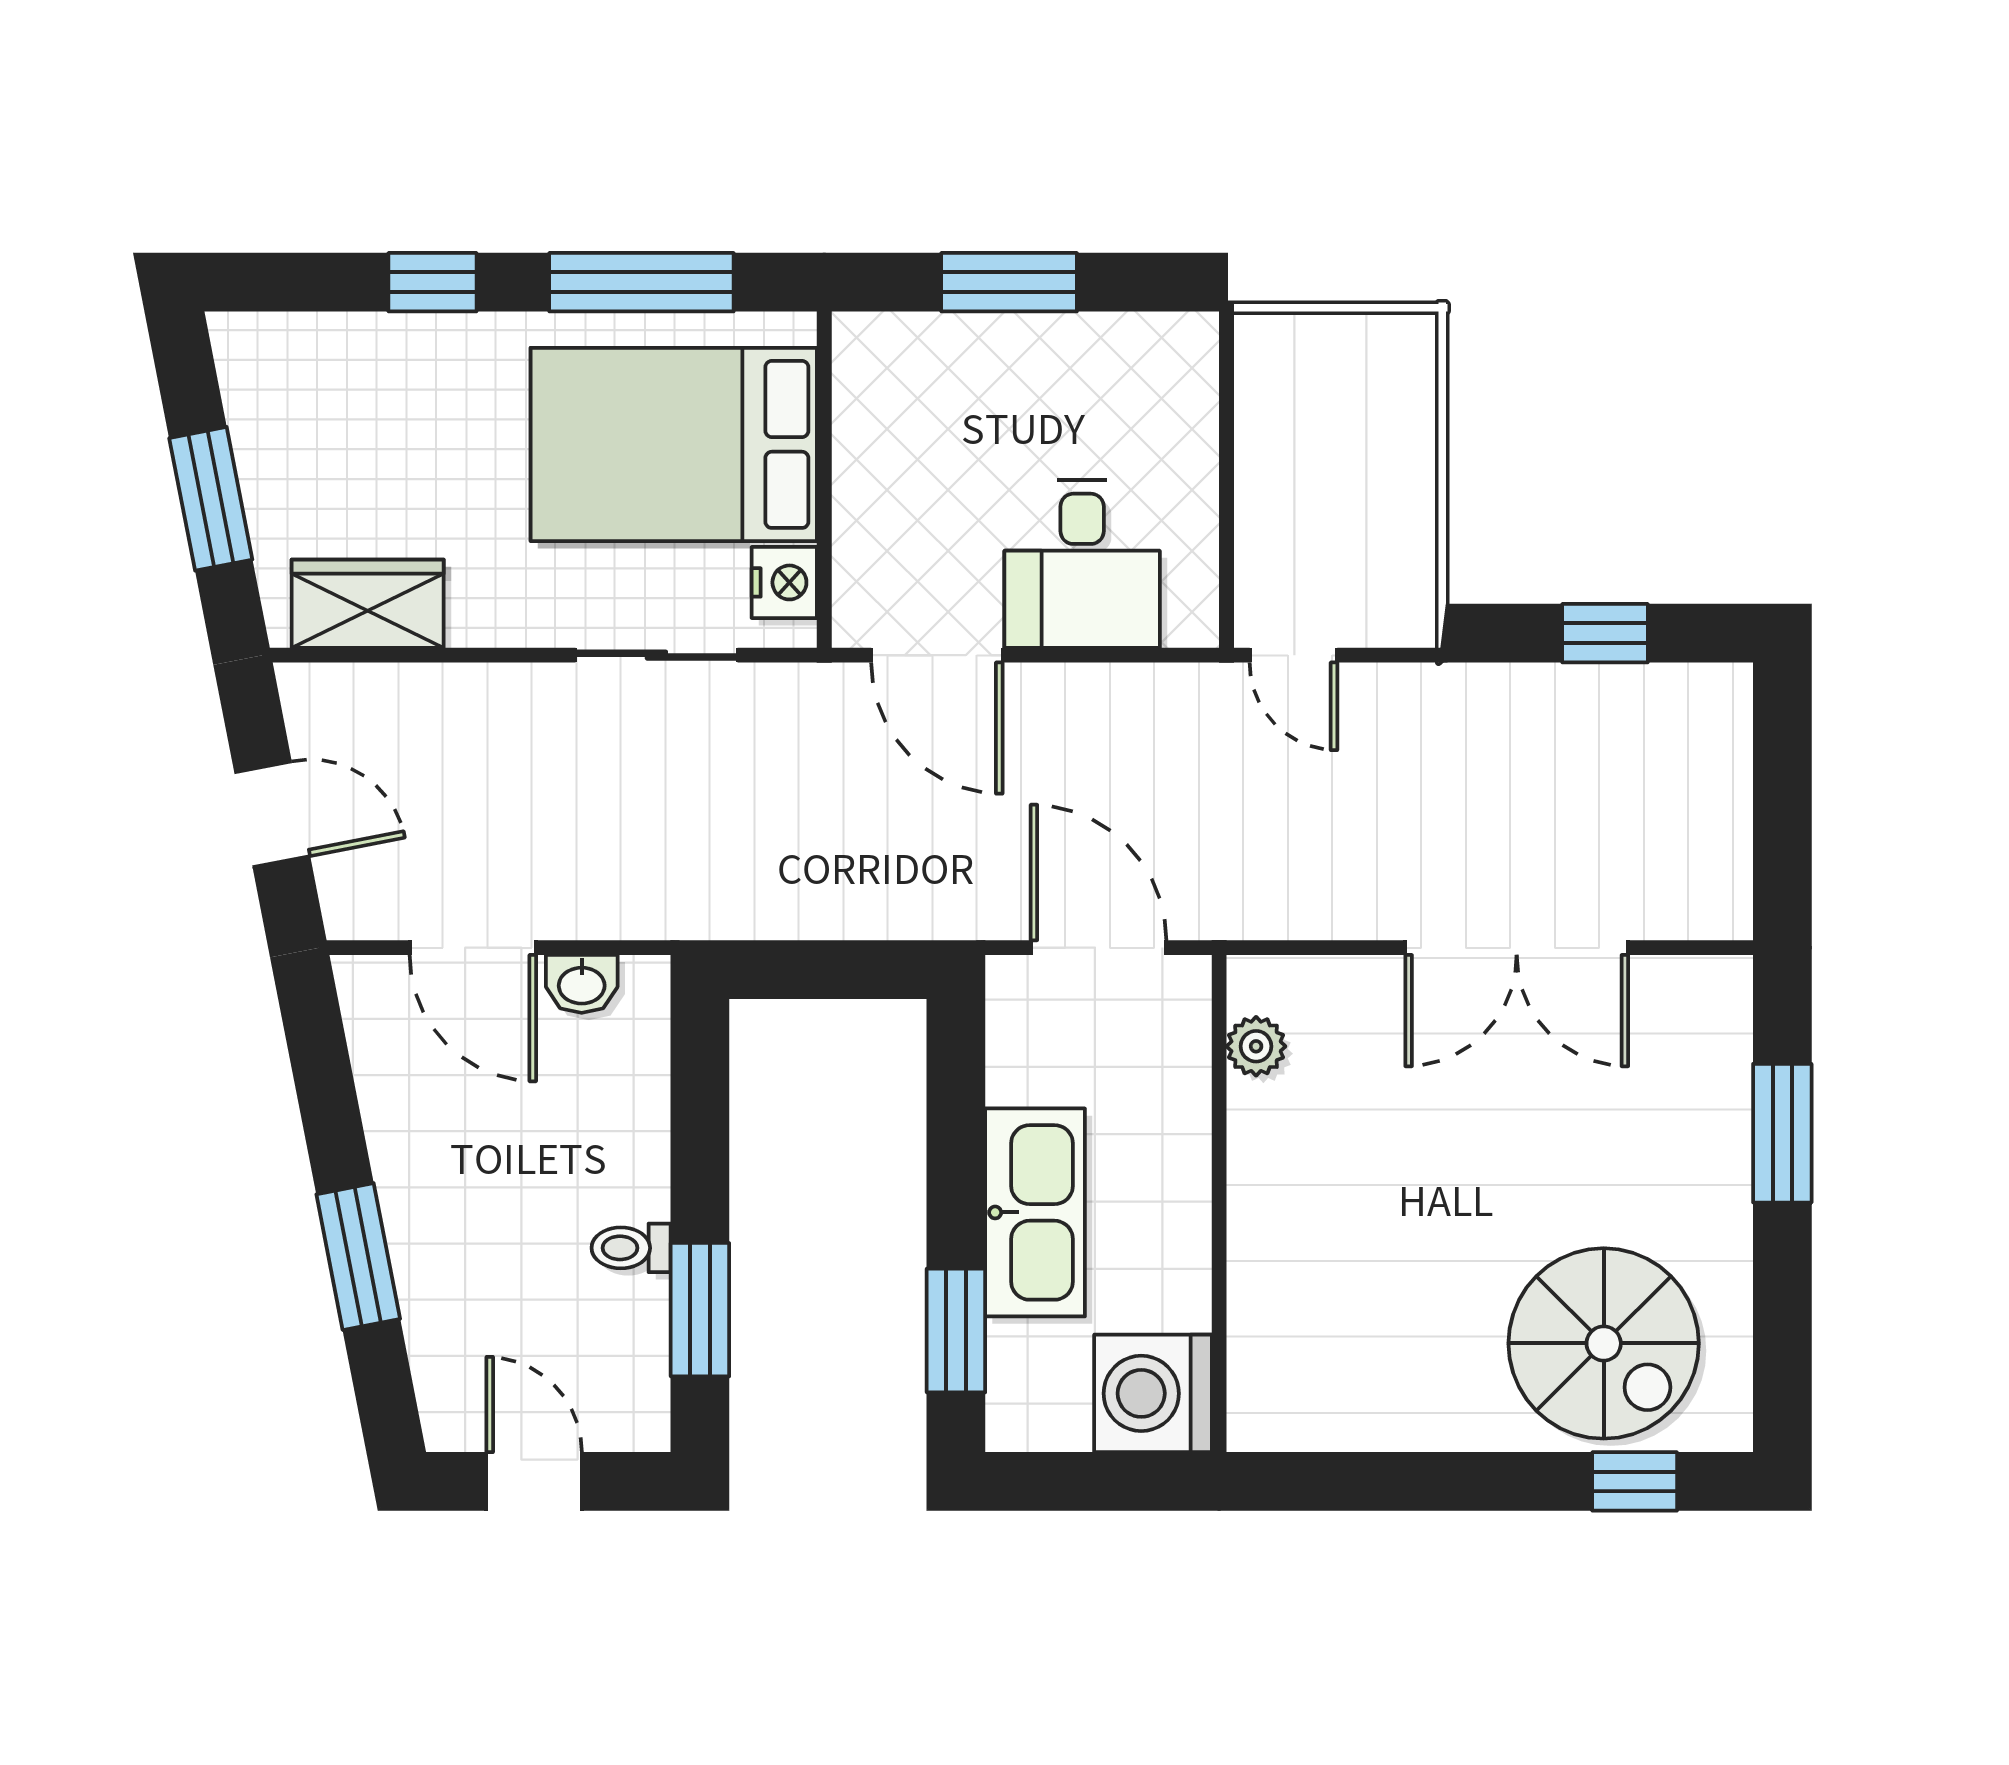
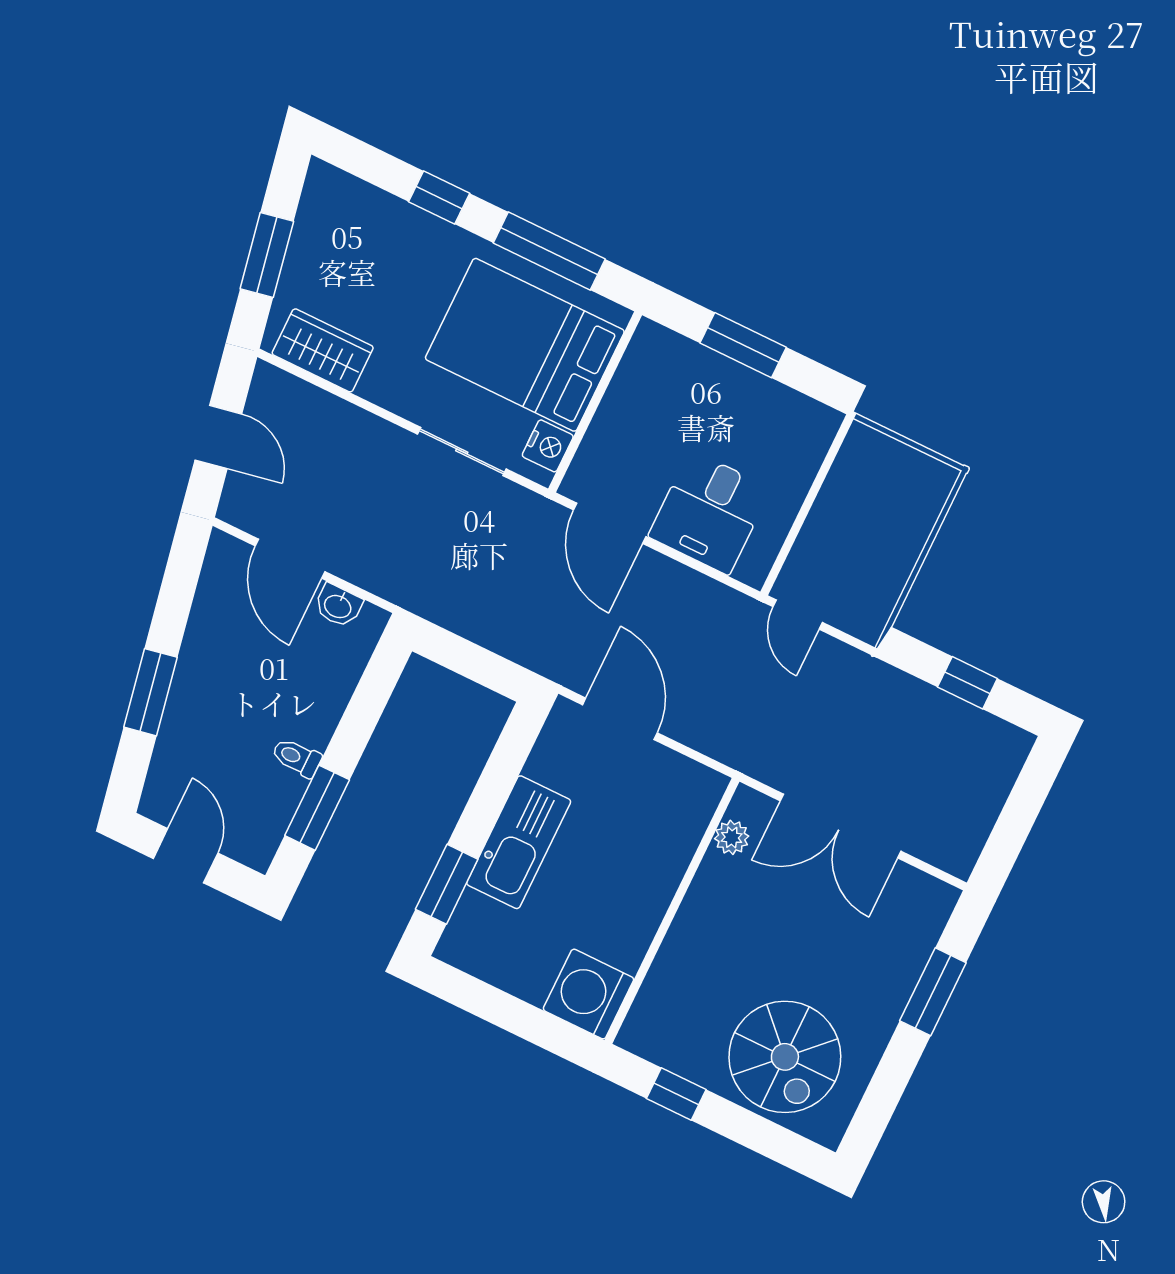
plant: (1256, 1046) -> (732, 837), moved
wall: (1219, 1204) -> (672, 911), moved
washing machine: (1153, 1393) -> (588, 994), moved
window: (1635, 1481) -> (676, 1094), moved

